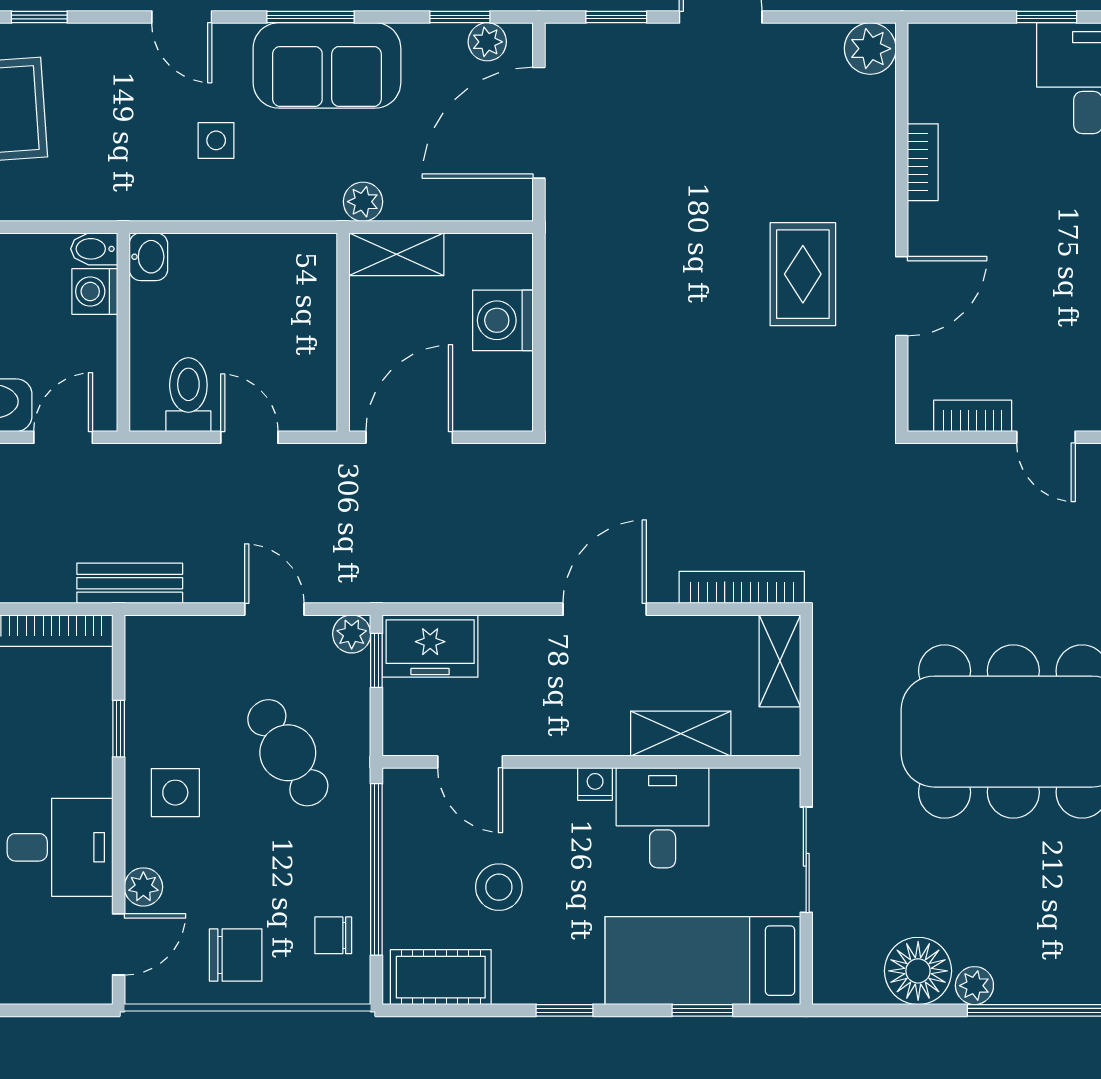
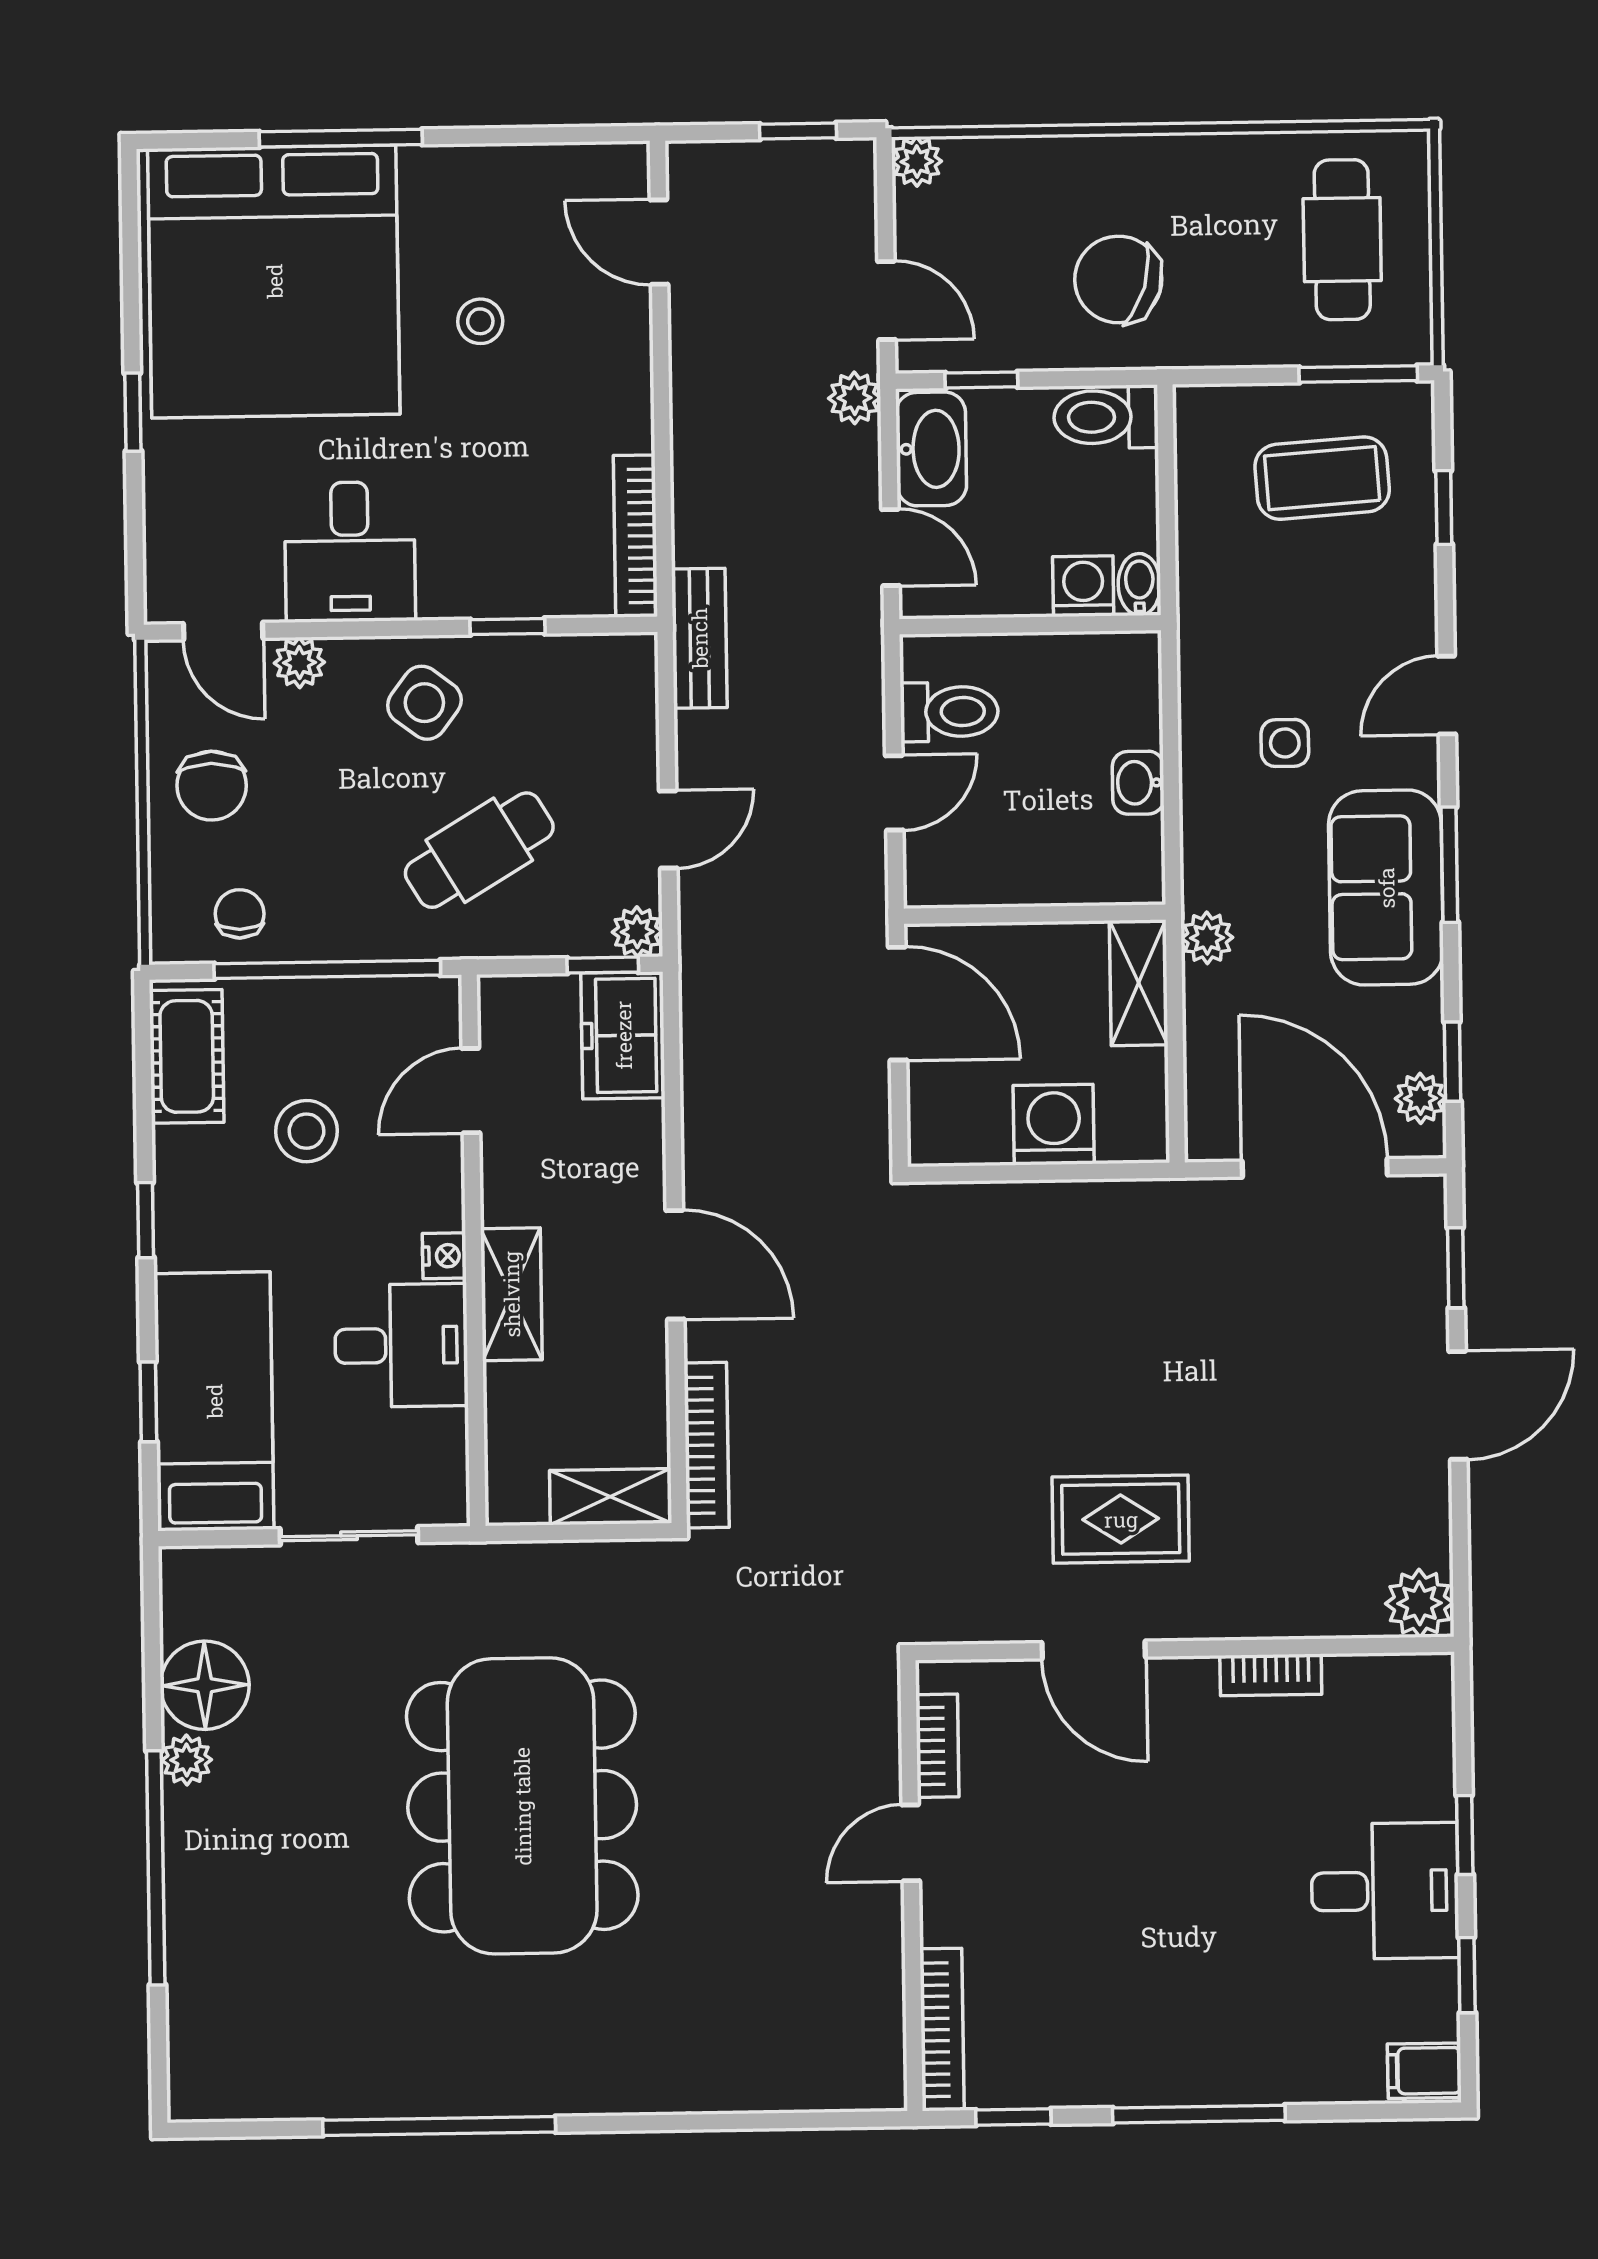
washbasin: (148, 257) -> (1138, 783), moved, turned 90
shelving: (681, 734) -> (511, 1294), moved
side table: (175, 793) -> (424, 703), turned 37

